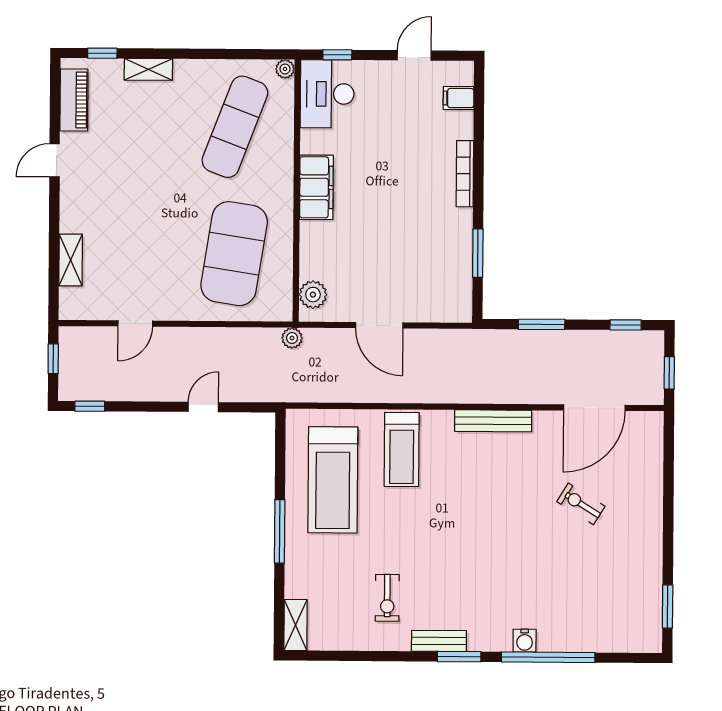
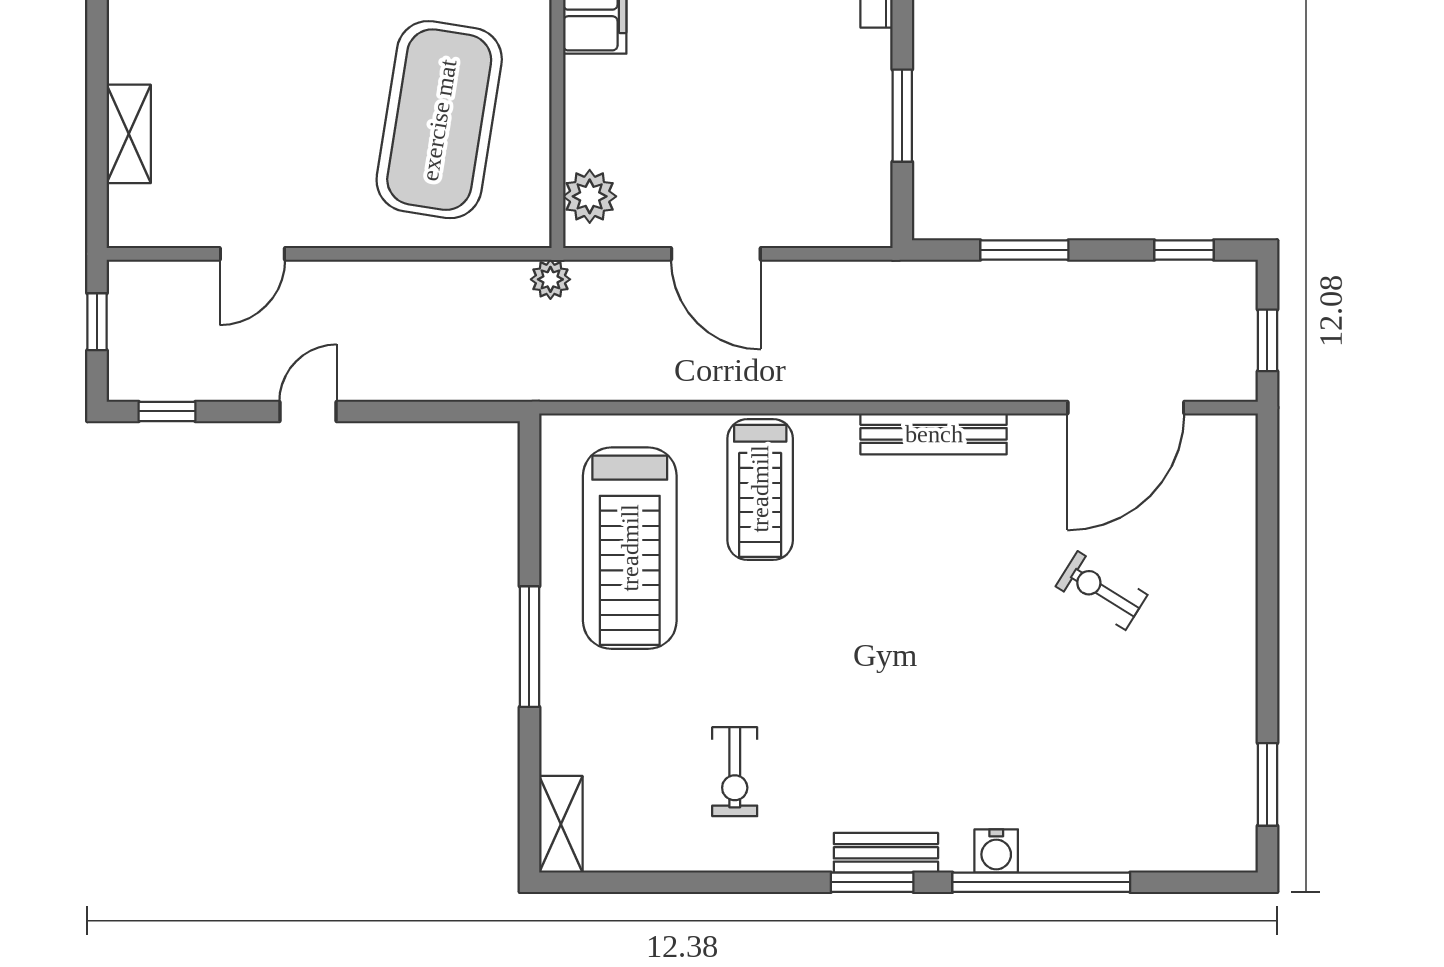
door: (203, 407) -> (308, 411), moved
bench: (439, 641) -> (886, 853), moved

